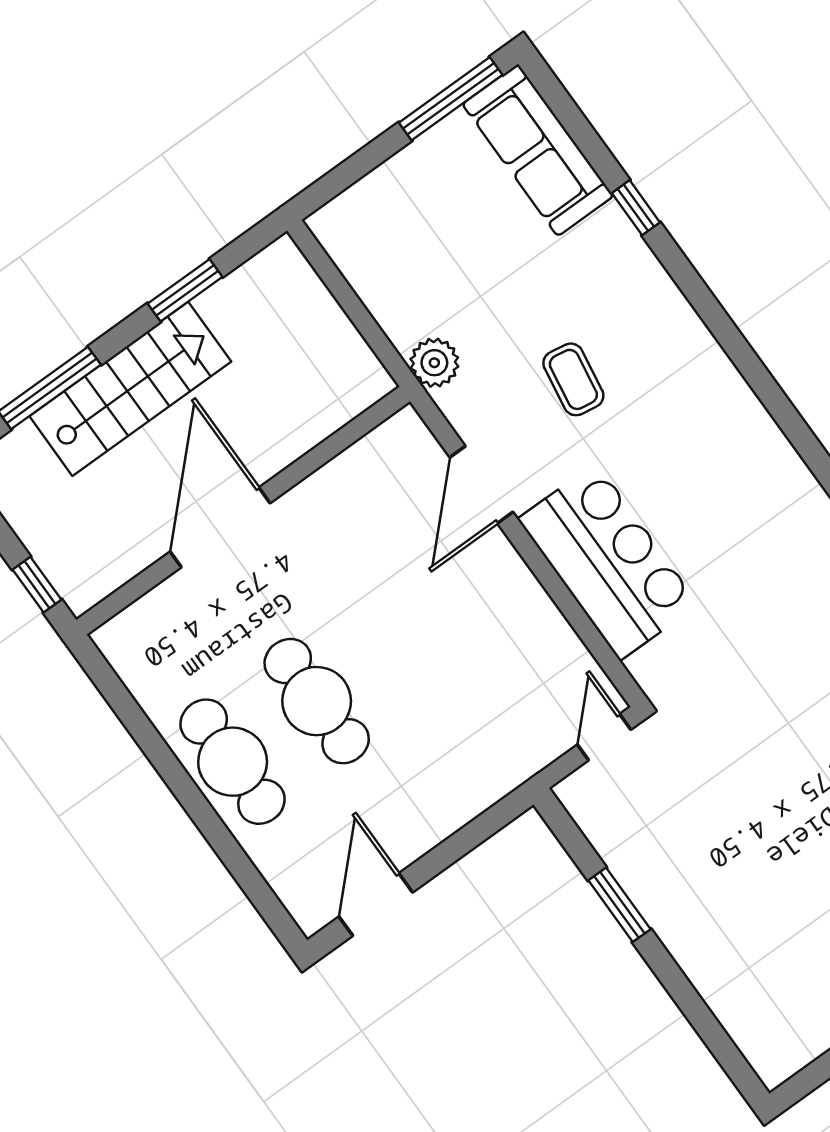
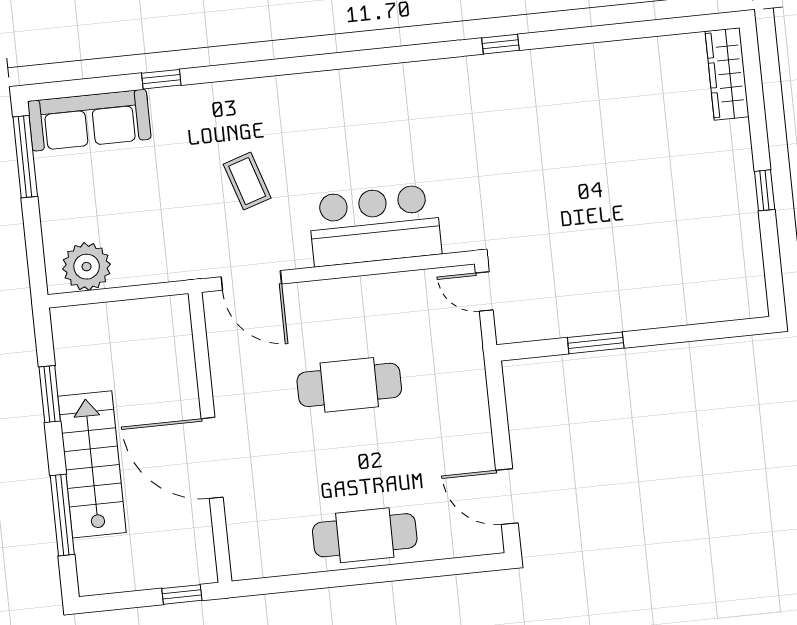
plant: (434, 363) -> (87, 267), moved, width x1.36, depth x1.36
coffee table: (573, 379) -> (247, 181), turned 63
door: (481, 485) -> (251, 280), moved
cafe table: (317, 701) -> (349, 385), moved

